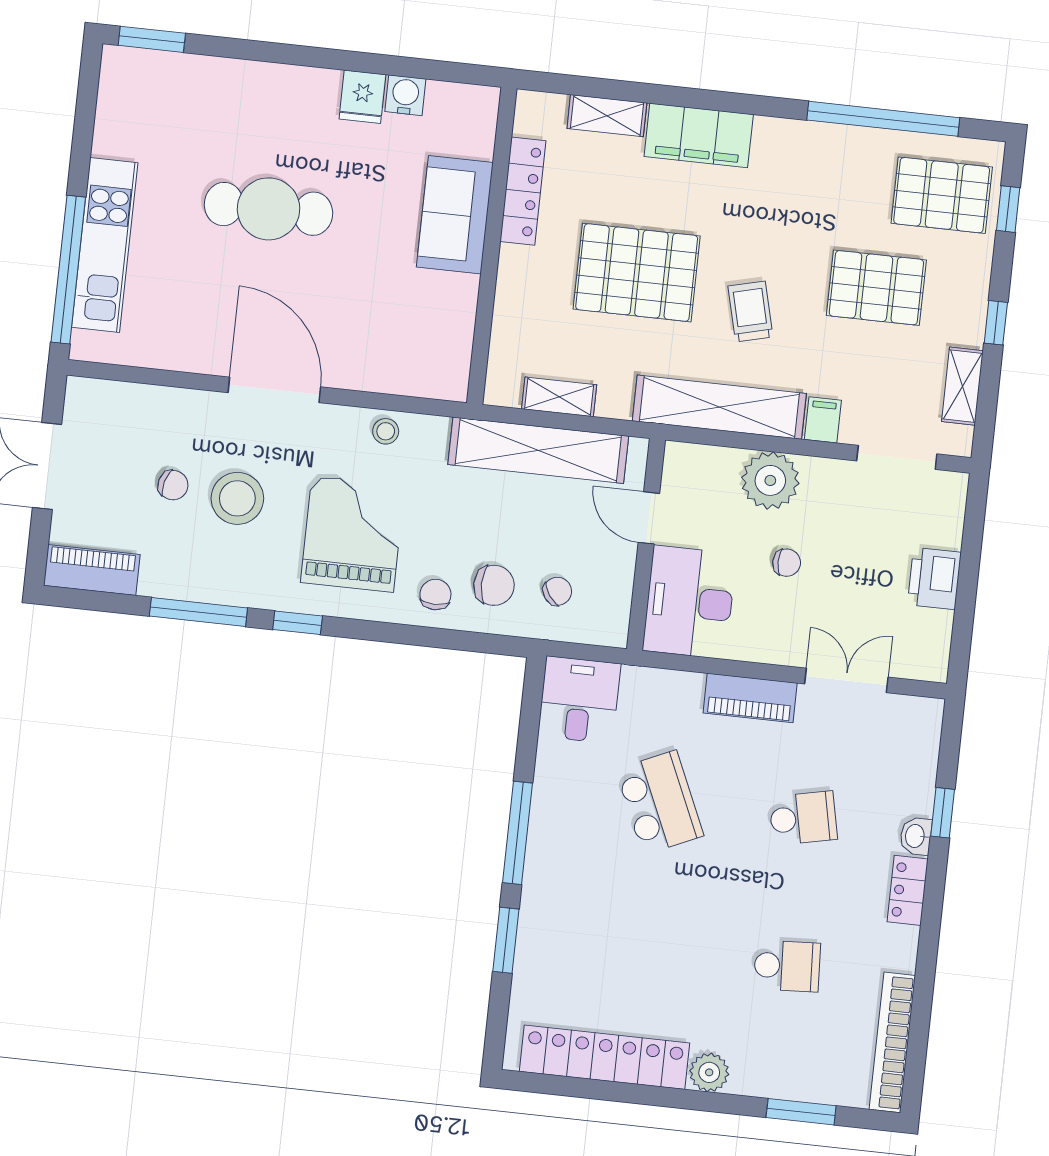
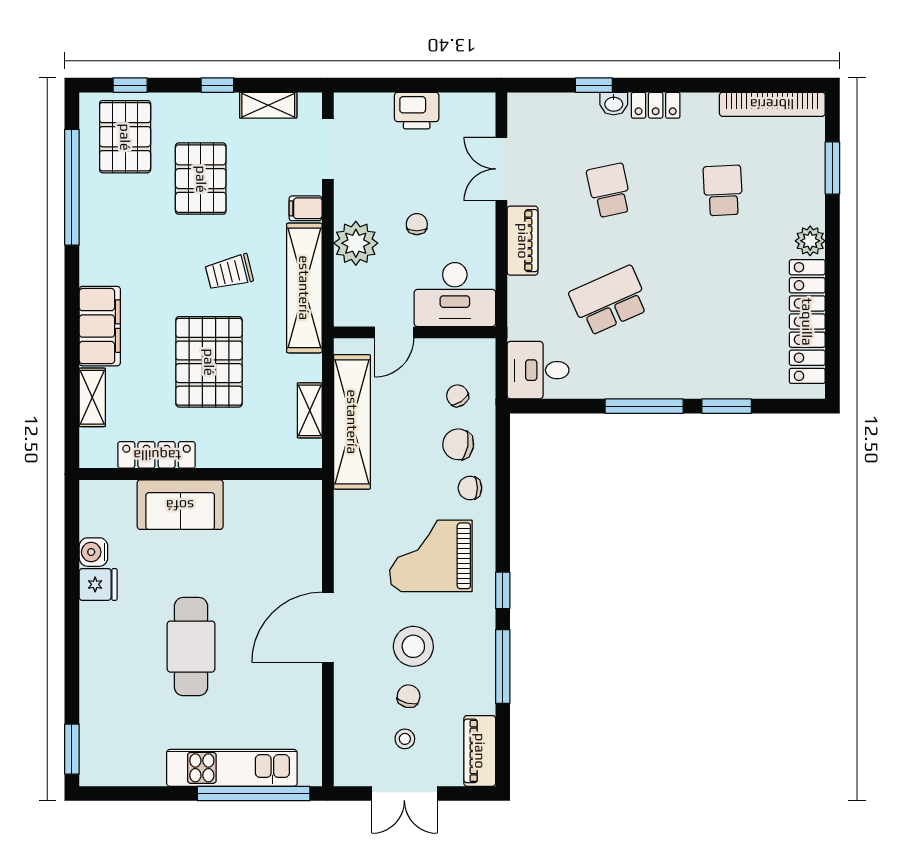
stool: (386, 431) -> (405, 739), moved
chair: (494, 585) -> (458, 444), turned -80

